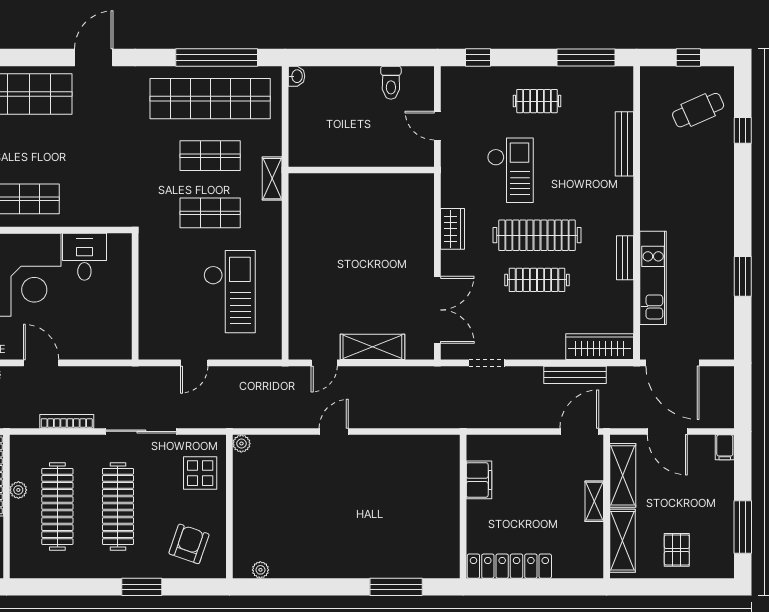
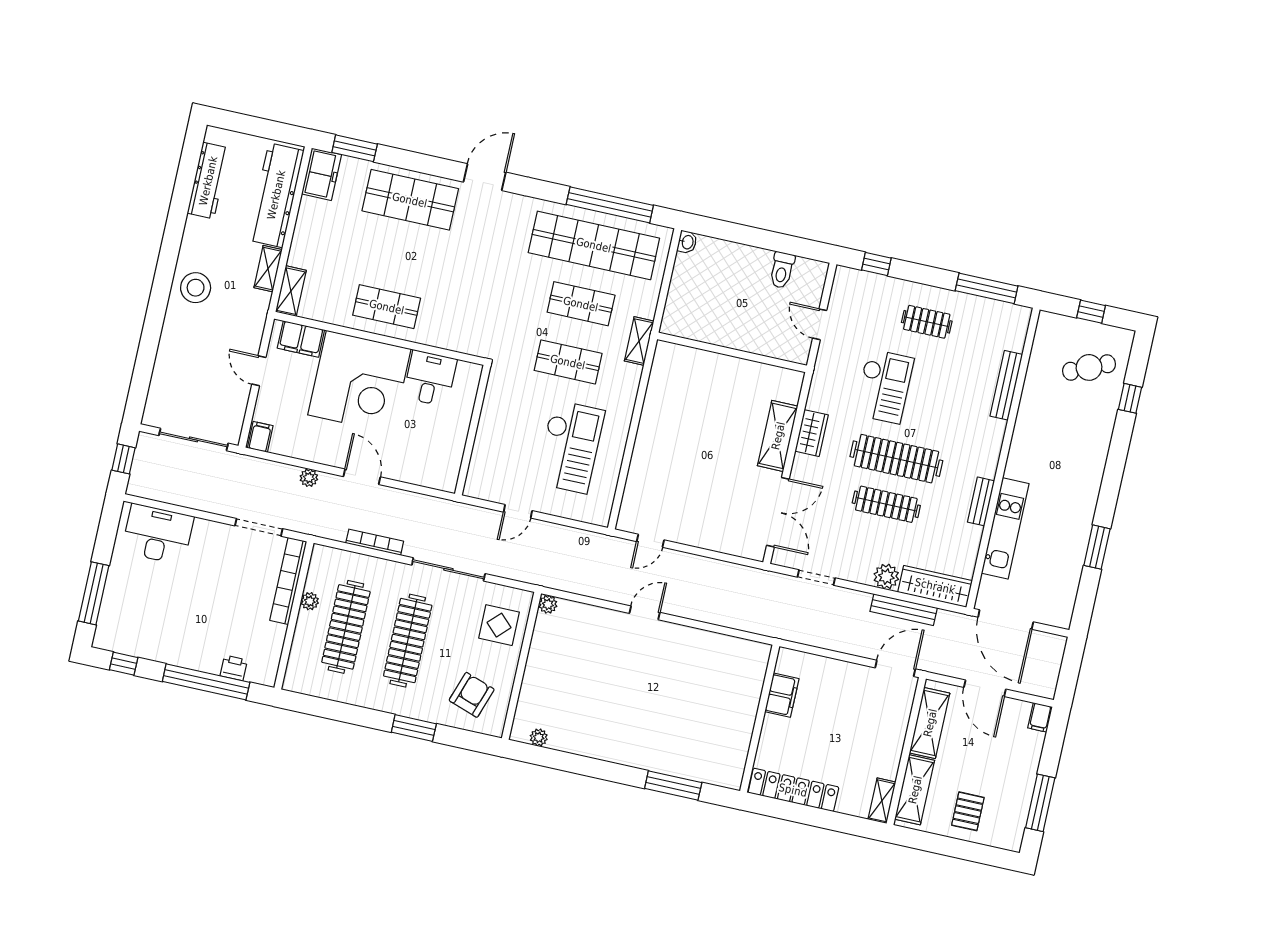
shelving: (372, 347) -> (778, 436), moved, turned 90
plant: (552, 347) -> (886, 577), added
shelving: (594, 501) -> (882, 801), moved

